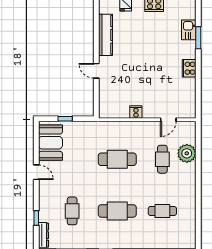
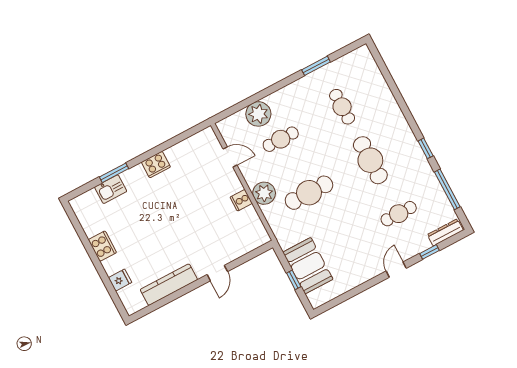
plant: (133, 129) -> (264, 193), added
booth: (50, 143) -> (308, 266), moved, turned 90
cafe table: (117, 159) -> (309, 193), turned 90
door: (36, 172) -> (396, 270), moved
window: (198, 208) -> (316, 66), added

